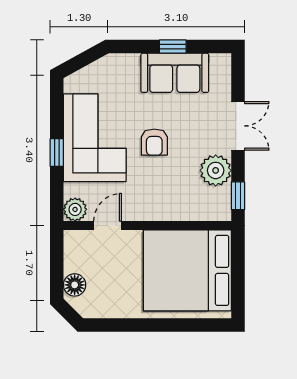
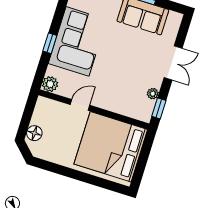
armchair: (154, 142) -> (115, 56), removed
plant: (216, 170) -> (153, 94), width x0.53, depth x0.53
door: (108, 226) -> (80, 105), moved

